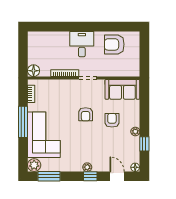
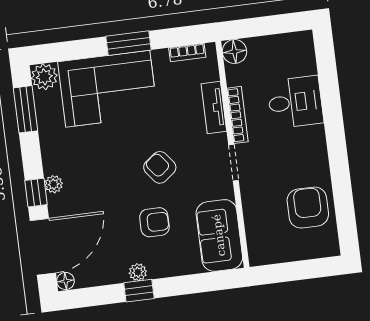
desk: (82, 44) -> (295, 102), moved
tv unit: (60, 84) -> (214, 108), added
armchair: (86, 114) -> (160, 167), turned 52
window: (23, 122) -> (129, 43), width x0.69
window: (144, 144) -> (139, 291), moved
door: (117, 176) -> (43, 247), width x1.87

